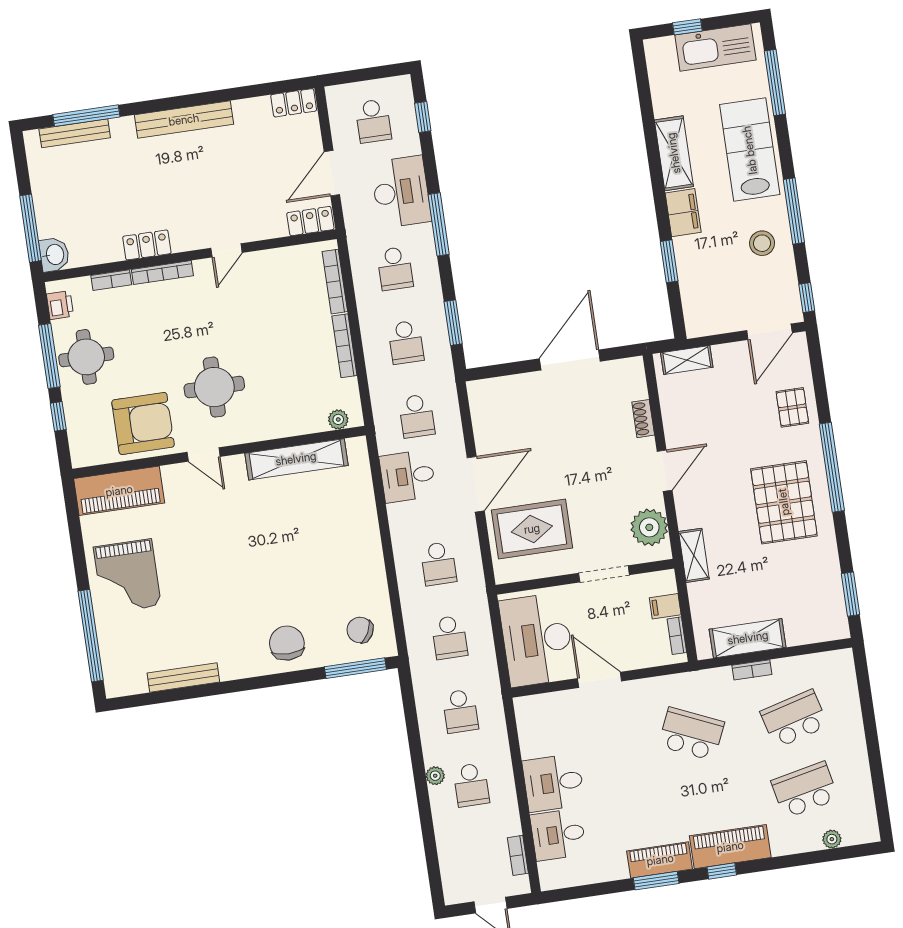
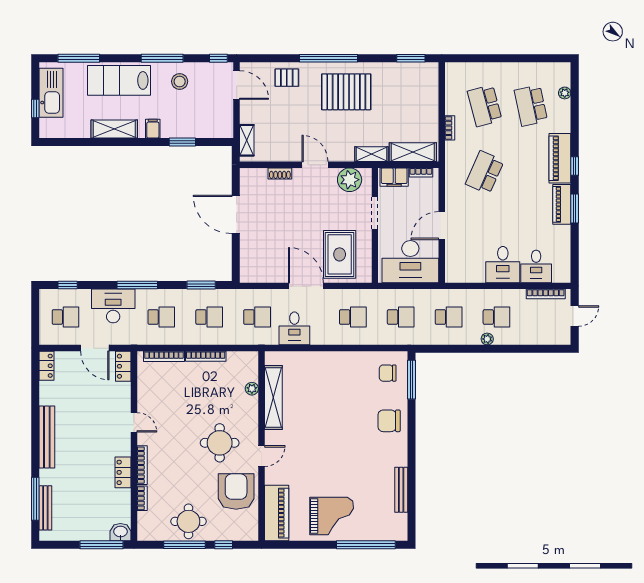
filing cabinet: (683, 213) -> (153, 129), width x0.50
printer: (60, 305) -> (153, 533), removed
plant: (338, 419) -> (252, 389), moved
filing cabinet: (665, 606) -> (394, 177), width x2.00
chair: (360, 630) -> (388, 373), turned 62
shelving: (748, 638) -> (413, 152), moved, turned 90
bookcase: (518, 855) -> (546, 294), width x1.56

